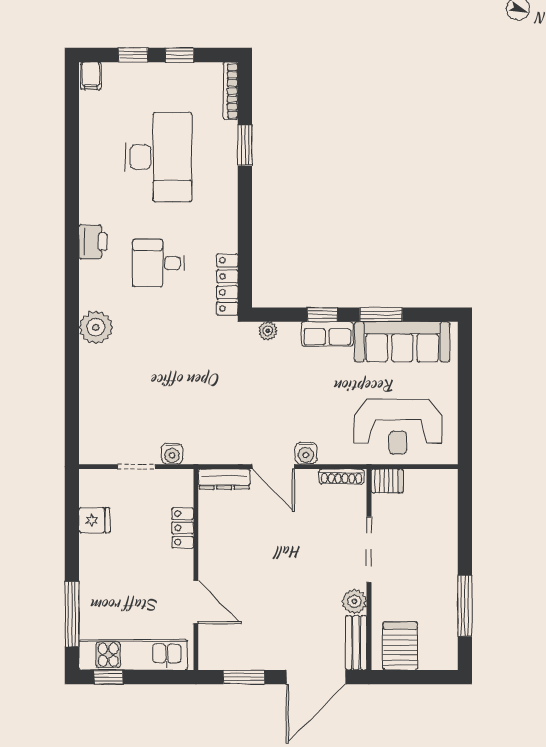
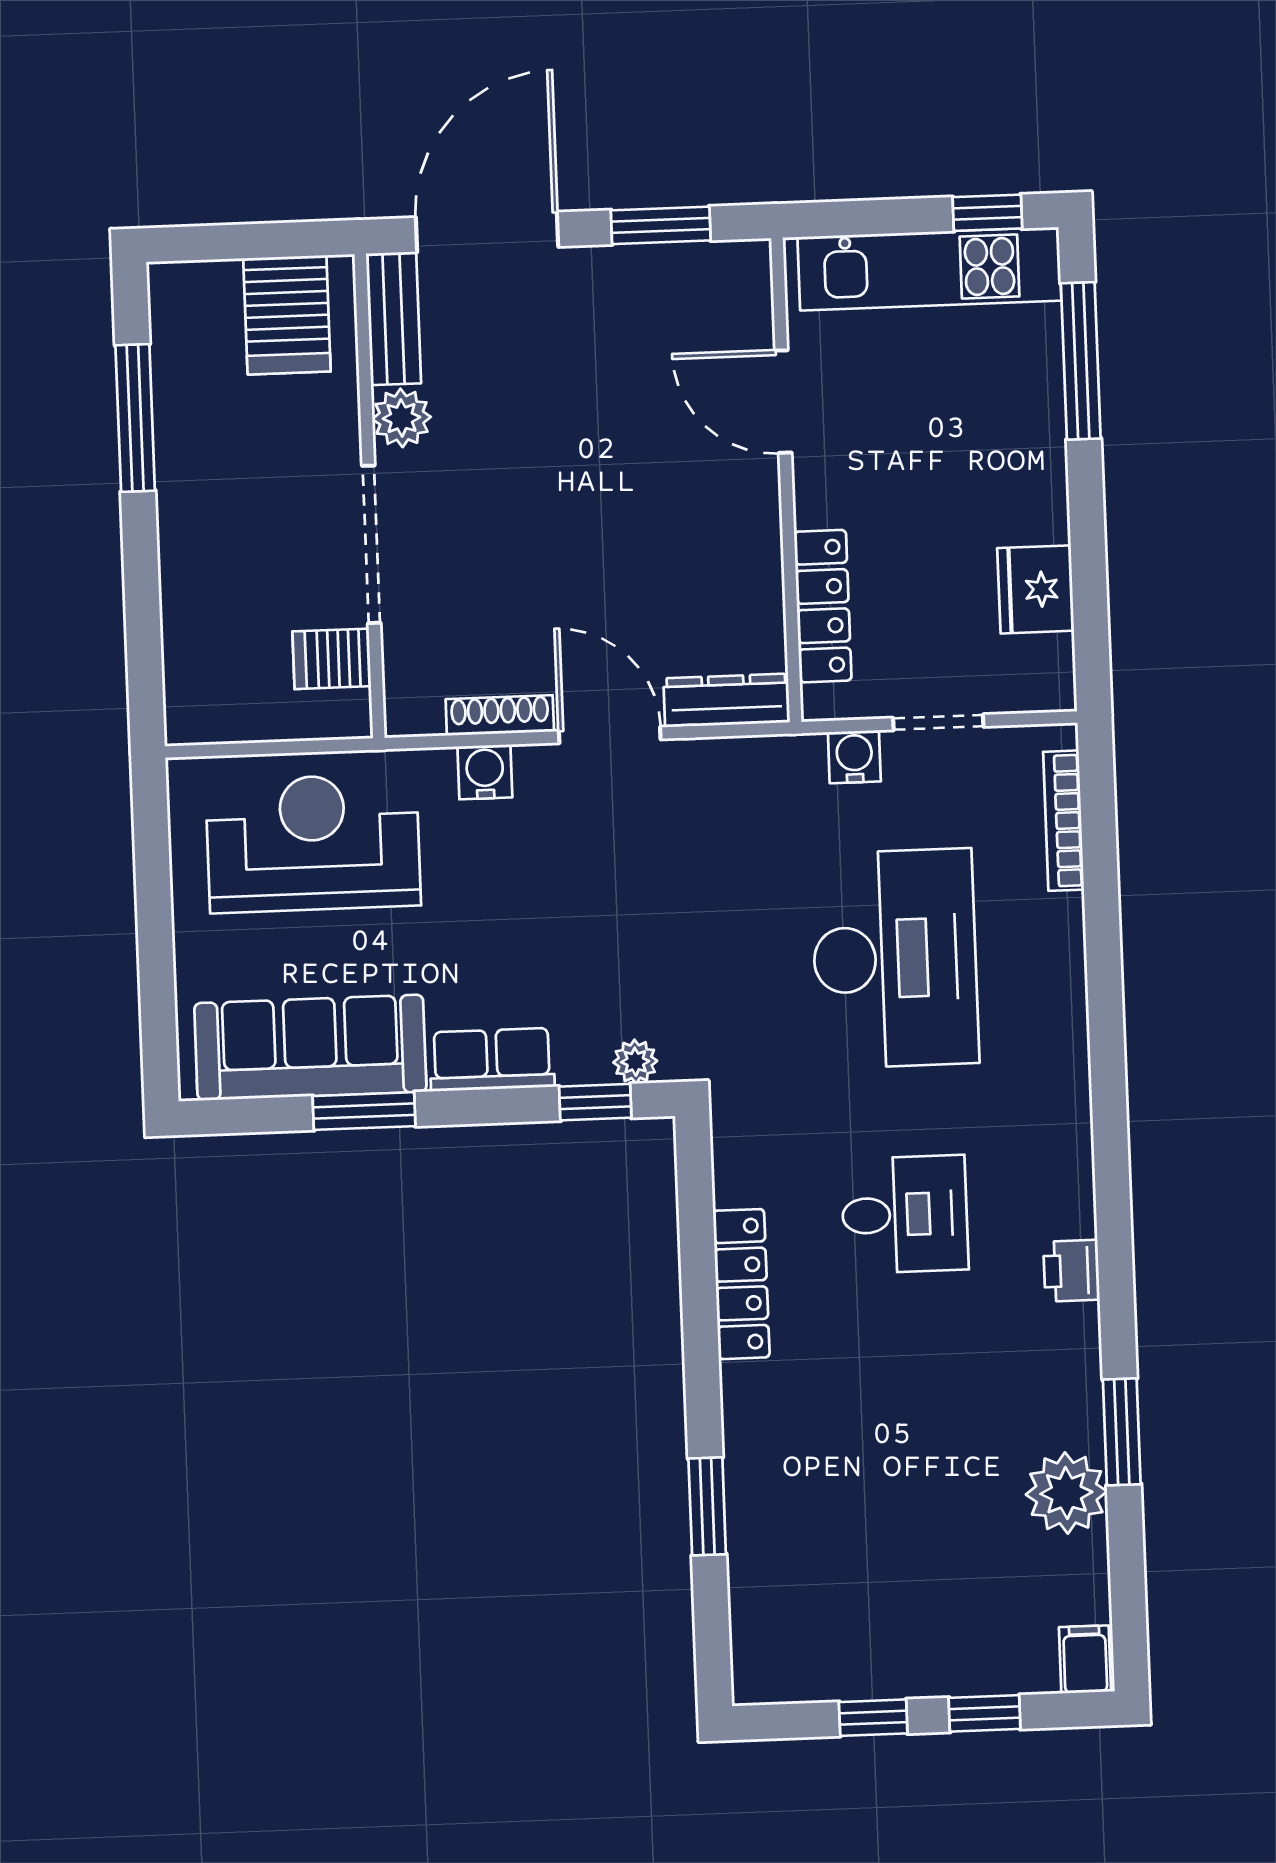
bookcase: (231, 91) -> (1064, 821), moved, turned 180
desk: (158, 157) -> (895, 958), moved, turned 180
window: (72, 170) -> (1122, 1432), added
printer: (93, 242) -> (1071, 1271), width x0.73, depth x0.81
locker: (227, 284) -> (741, 1284), moved
window: (322, 315) -> (595, 1102), moved
plant: (96, 327) -> (1066, 1493), moved
water cooler: (306, 453) -> (485, 772), moved
shoe rack: (342, 477) -> (500, 715), moved
server rack: (387, 481) -> (332, 659), moved
fridge: (94, 520) -> (1036, 589), width x1.38
locker: (183, 528) -> (823, 606), width x1.53

